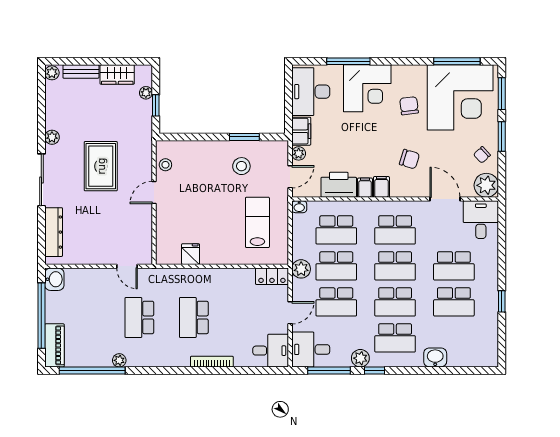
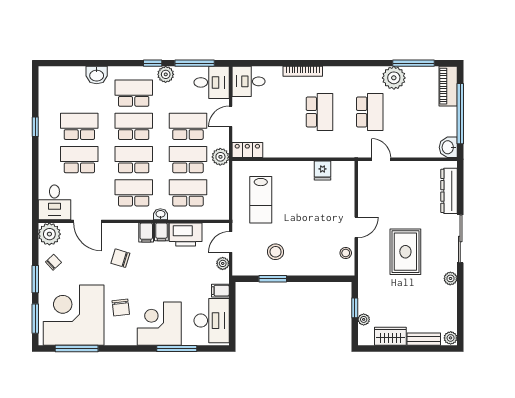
filing cabinet: (301, 131) -> (220, 291), width x0.50
washbasin: (299, 207) -> (160, 214), moved
plant: (119, 360) -> (394, 78), width x1.87, depth x1.87
window: (92, 370) -> (413, 63), width x0.68

